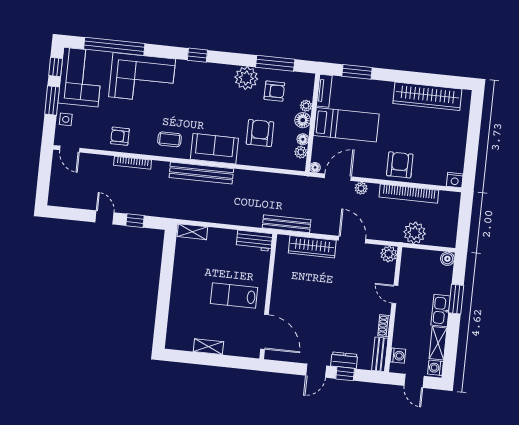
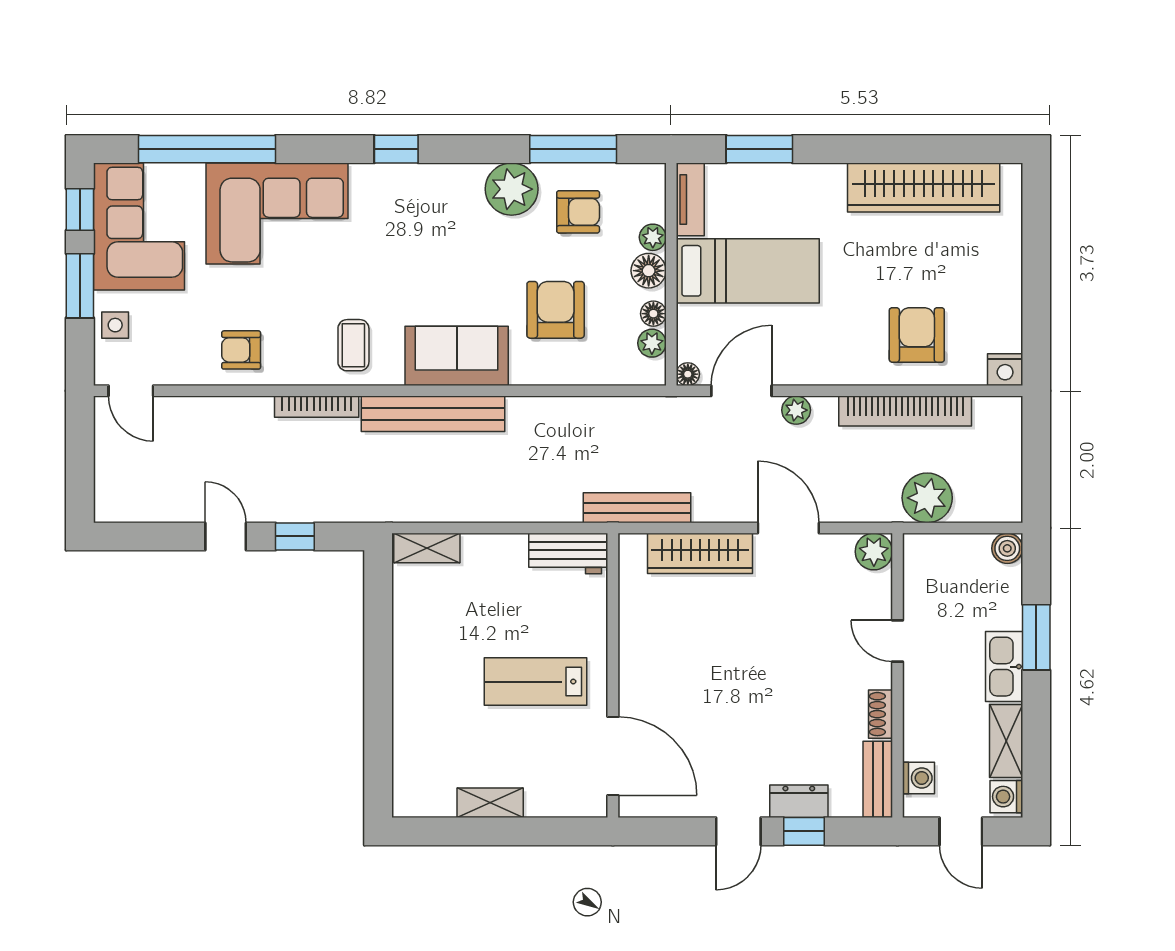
coffee table: (170, 139) -> (353, 345), turned 90
bookcase: (133, 163) -> (317, 407), moved
armchair: (400, 165) -> (917, 335), moved

